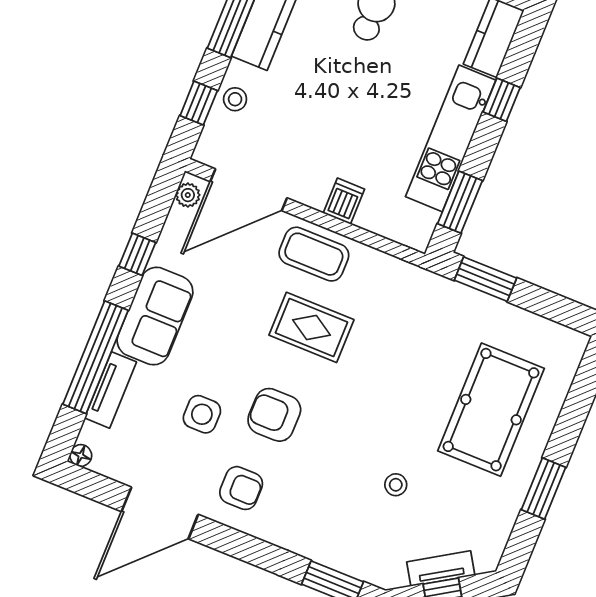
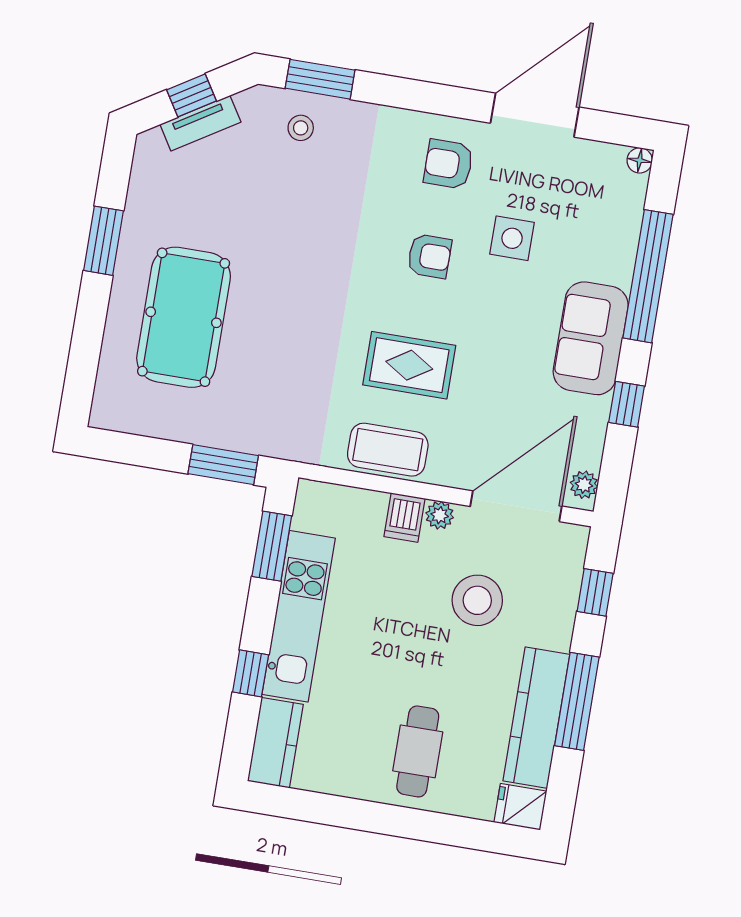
stool: (235, 99) -> (477, 600), moved, width x1.89, depth x1.89
plant: (314, 197) -> (440, 515), added
coffee table: (314, 254) -> (388, 450), moved
tv unit: (110, 390) -> (623, 243), removed
armchair: (274, 415) -> (429, 256), width x0.72, depth x0.72
stool: (396, 485) -> (301, 128), moved

